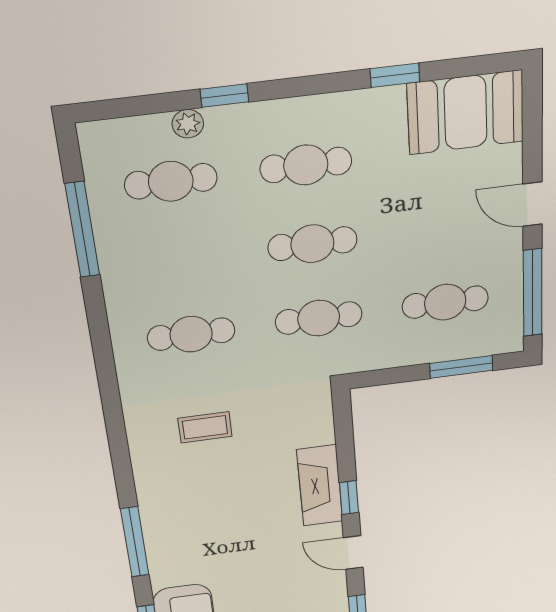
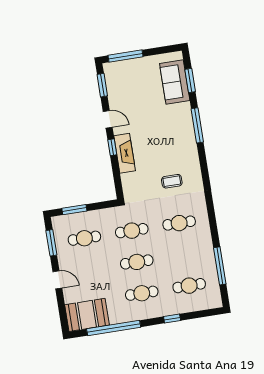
window: (395, 75) -> (114, 328), width x3.17
plant: (188, 124) -> (184, 308), removed
window: (533, 293) -> (51, 243), width x0.69

